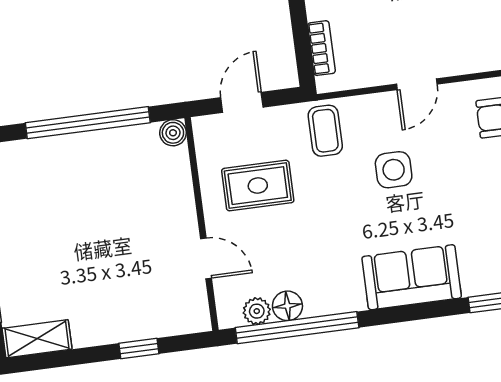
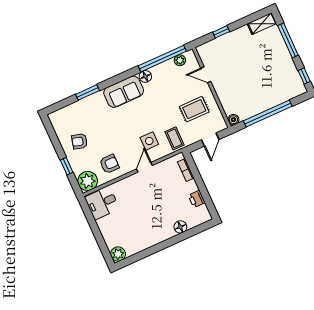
side table: (394, 170) -> (149, 141), moved
floor lamp: (287, 306) -> (145, 76), moved

